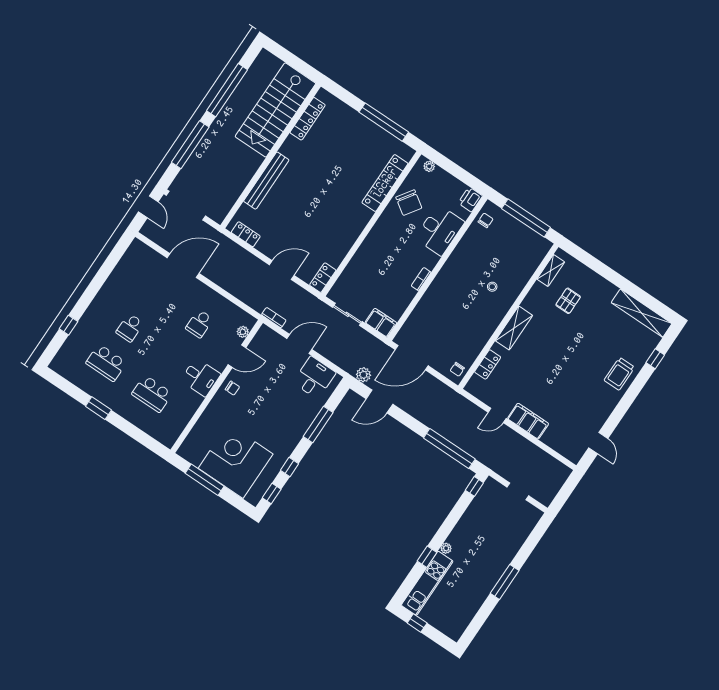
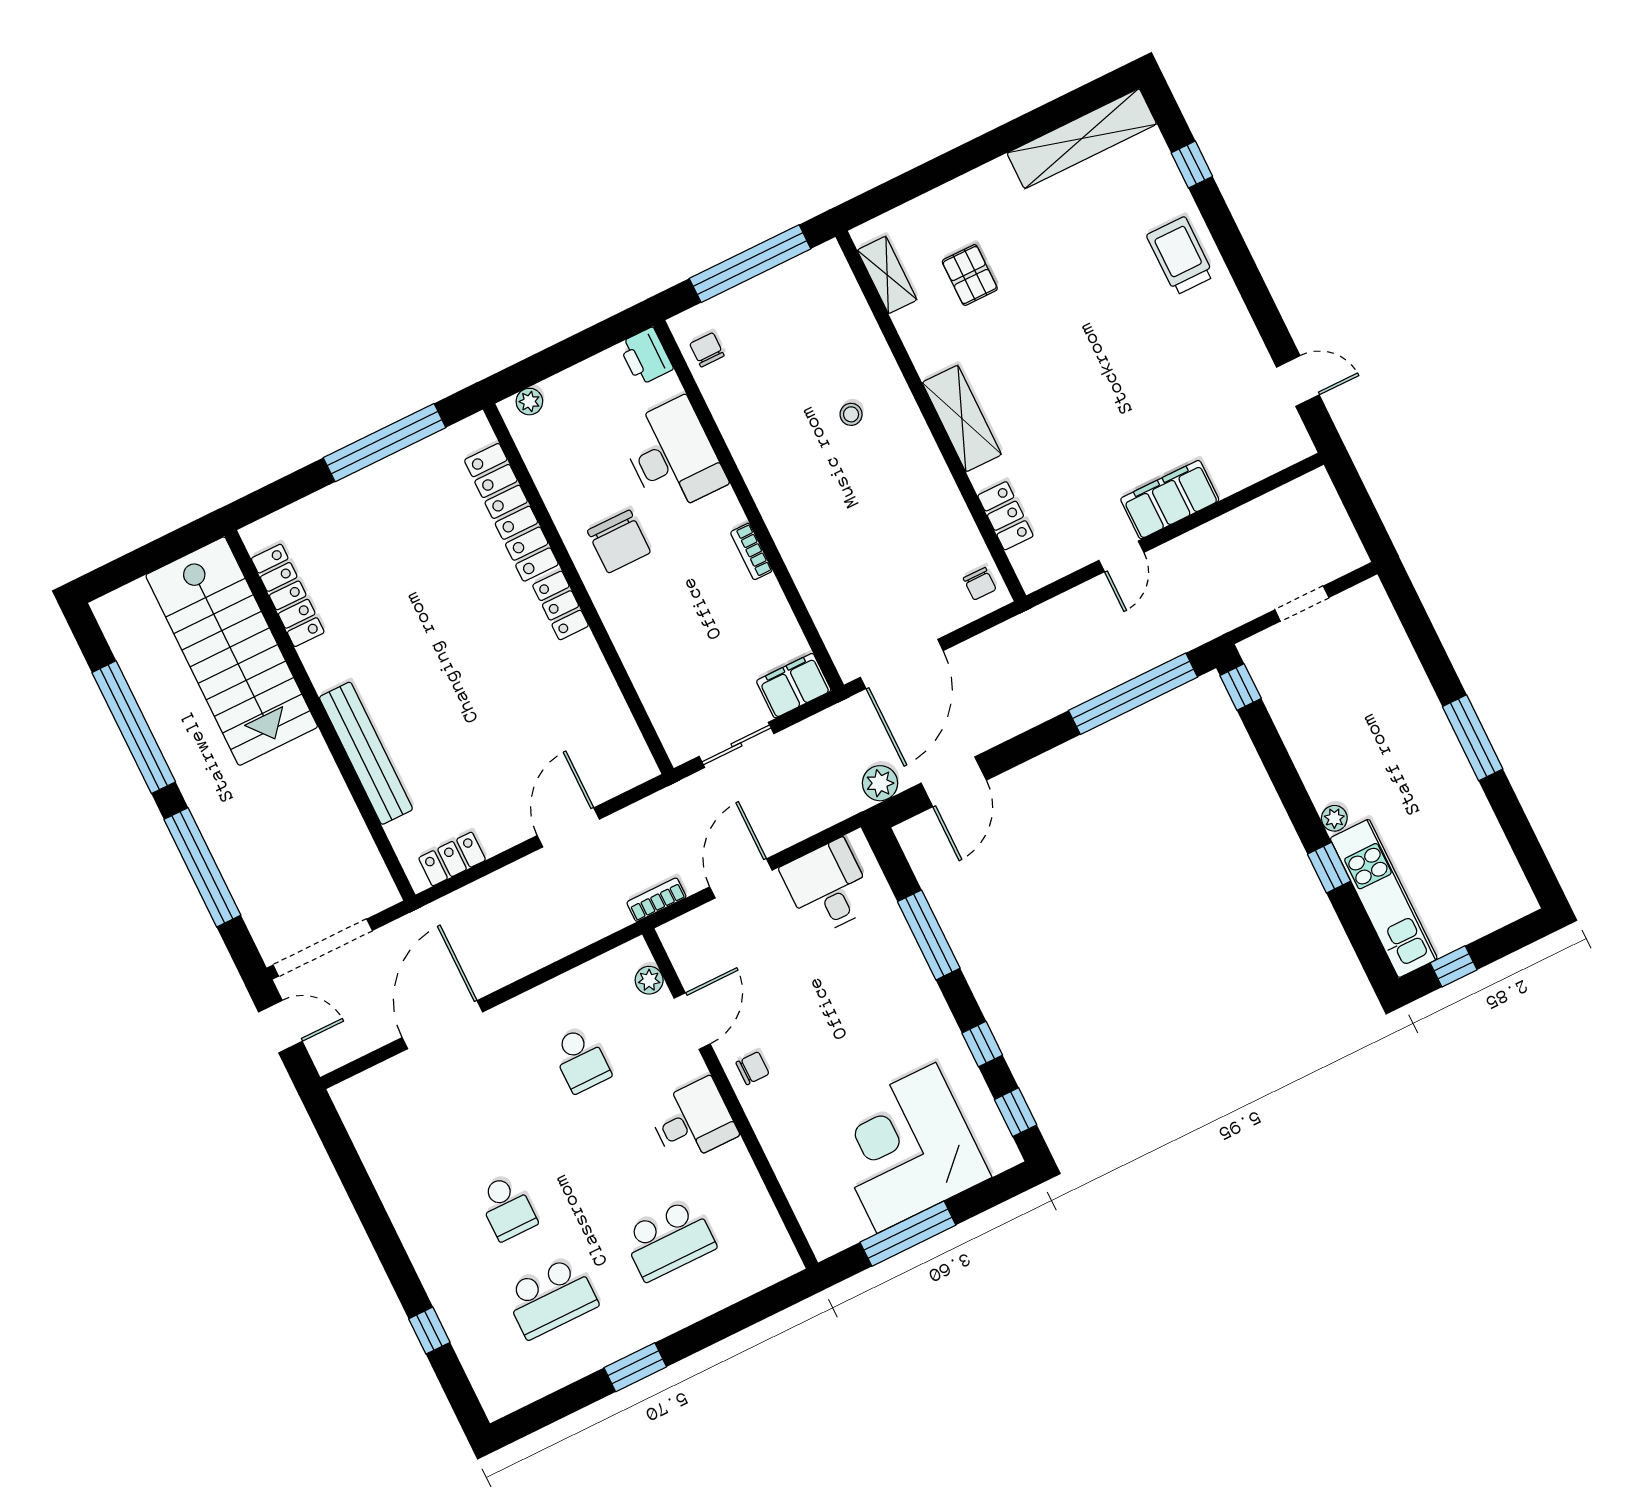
chair: (409, 203) -> (619, 541), moved, turned 56
locker: (323, 278) -> (561, 605), moved
trolley: (619, 374) -> (1180, 256), turned 180

